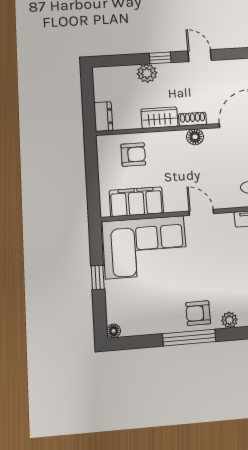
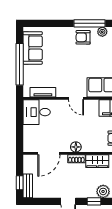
armchair: (198, 313) -> (83, 37), turned 180
plant: (229, 320) -> (102, 32), moved

